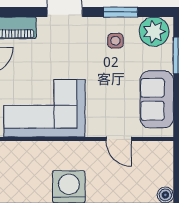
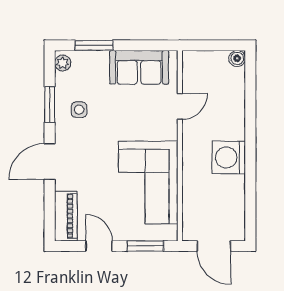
plant: (154, 32) -> (63, 63), width x0.53, depth x0.53

